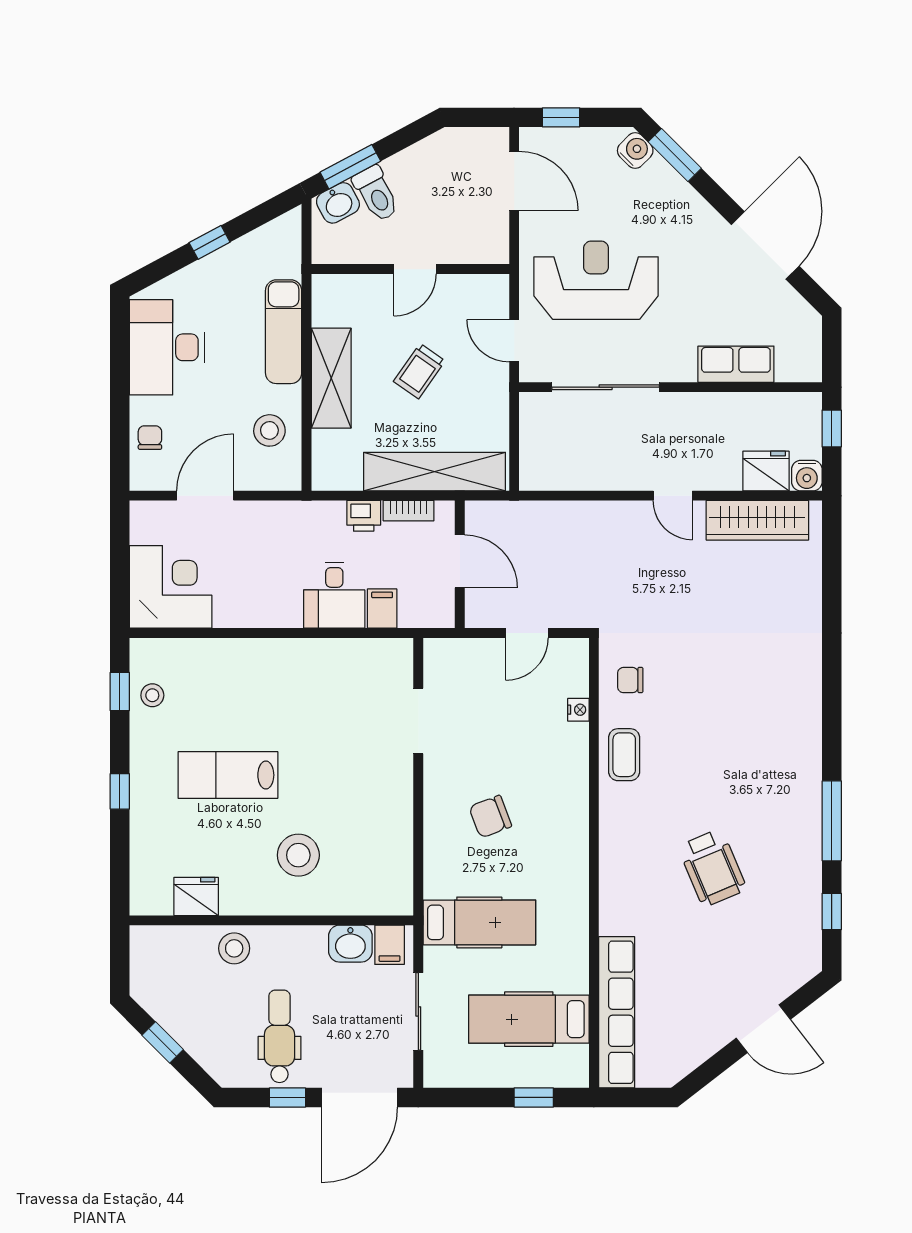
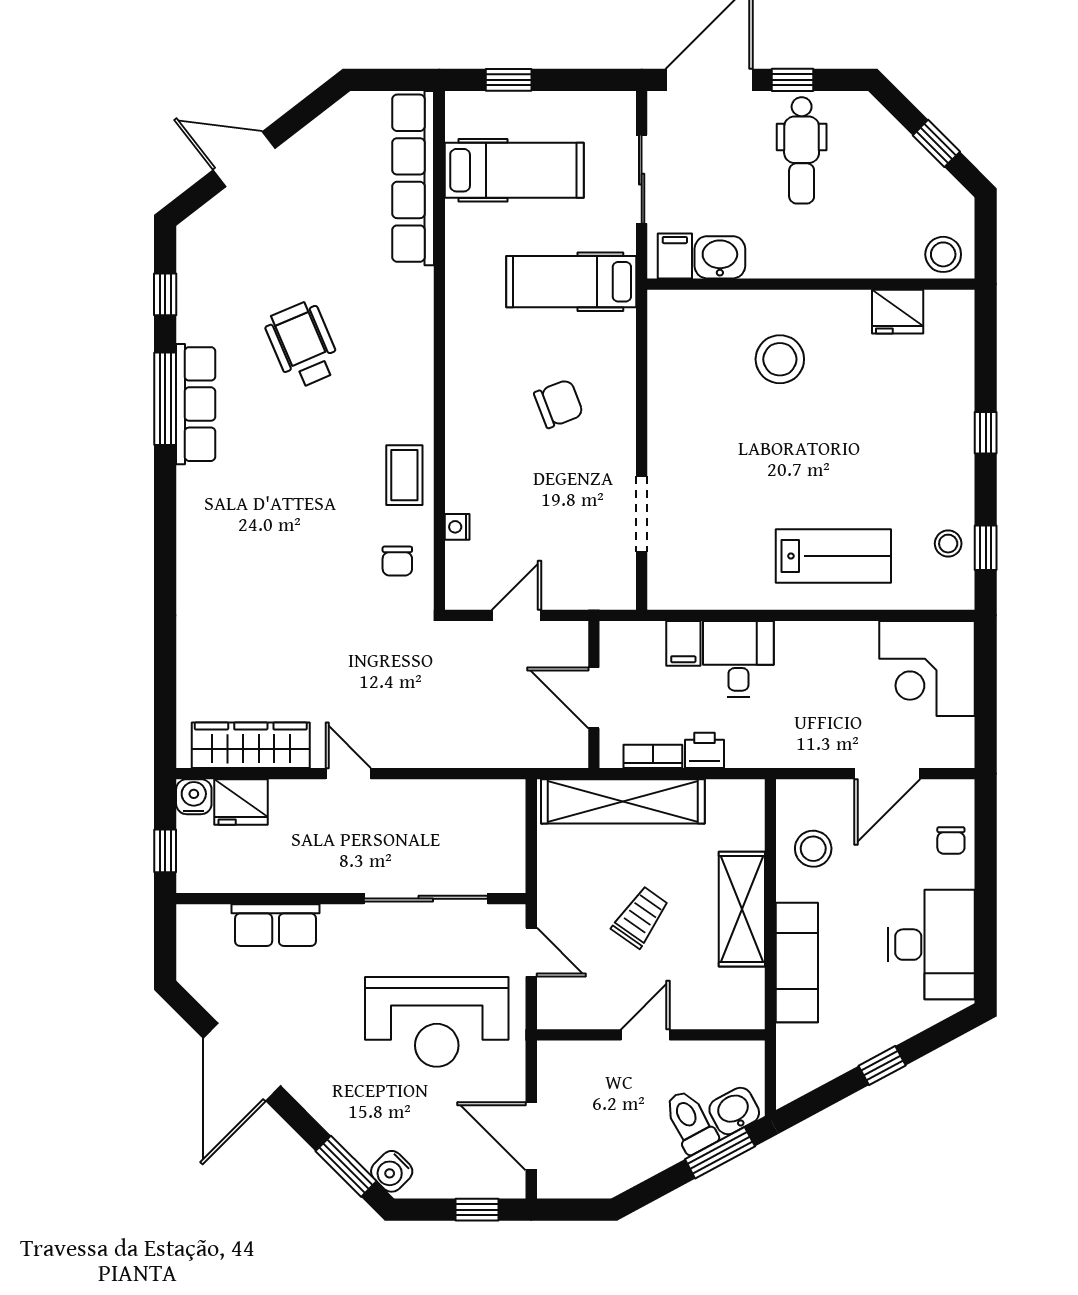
chair: (630, 680) -> (397, 561), turned 90
lab bench: (228, 775) -> (833, 556), moved
row of seats: (805, 816) -> (196, 404), added
stool: (234, 948) -> (943, 254), moved

